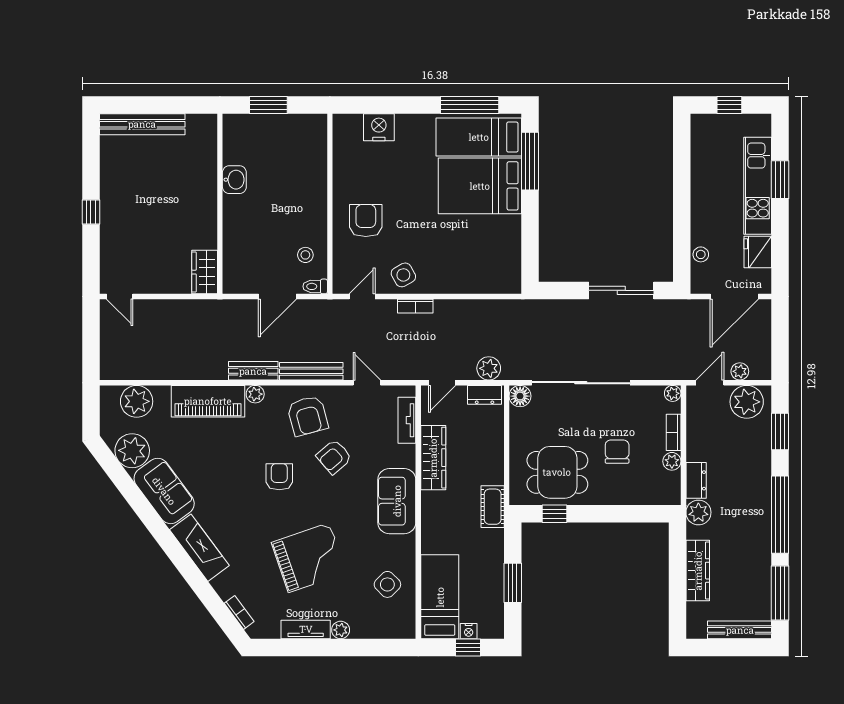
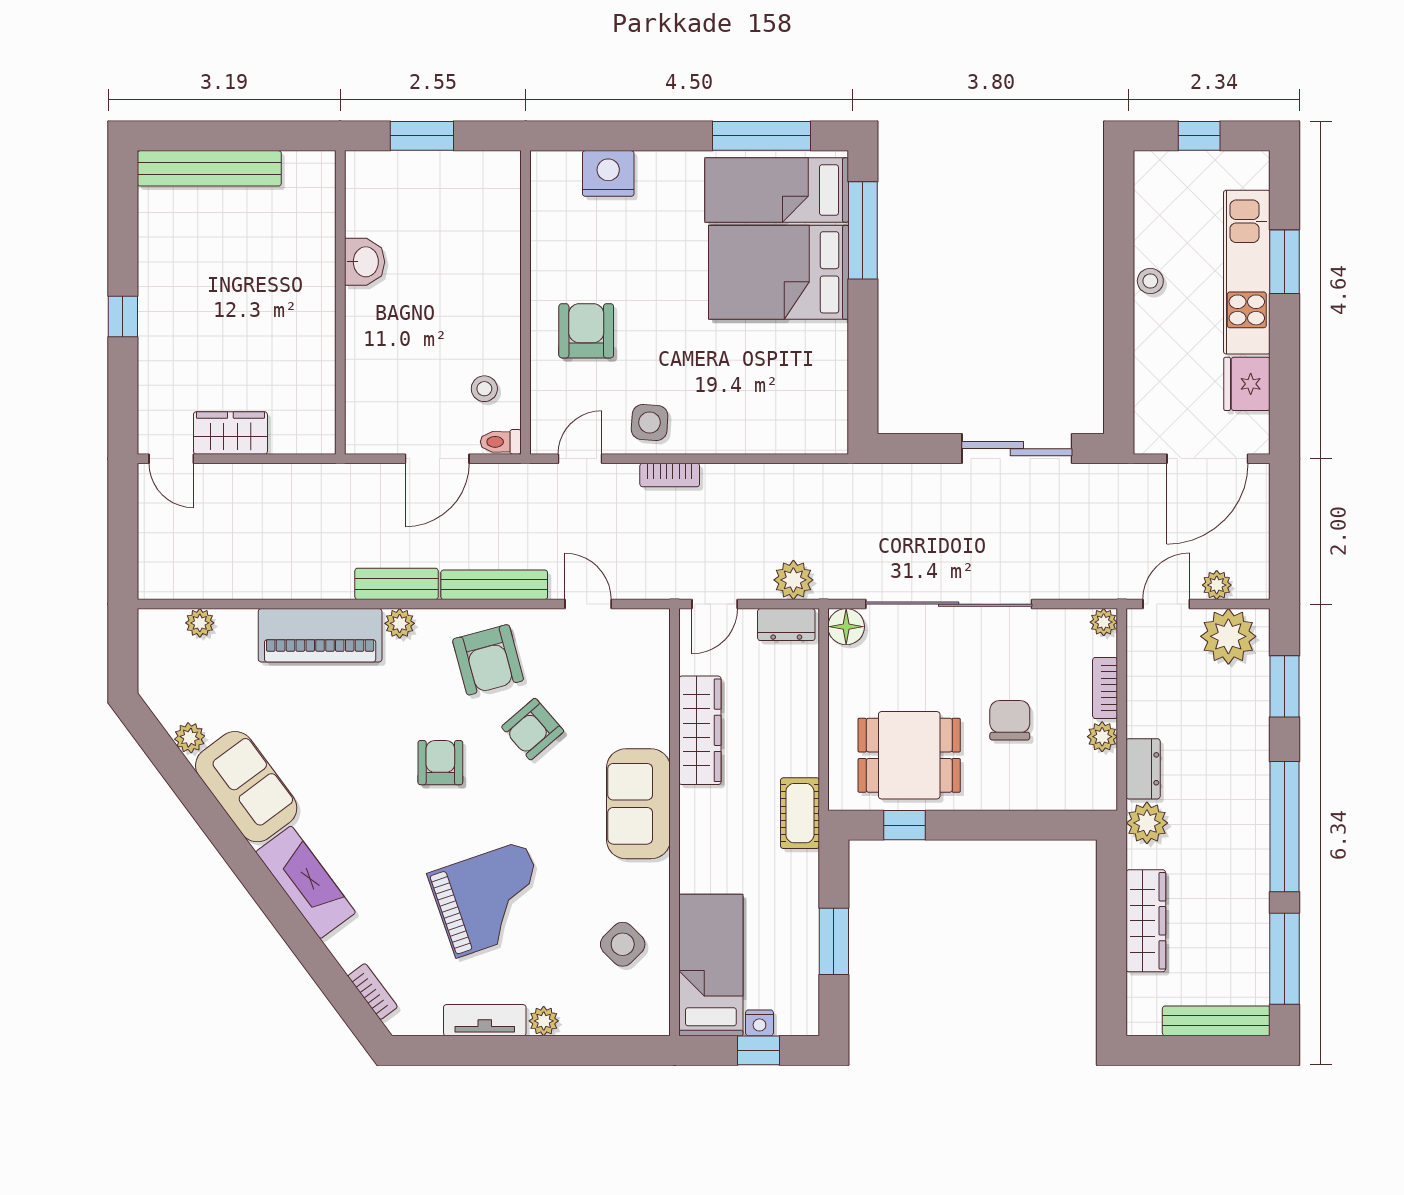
stool: (701, 254) -> (1150, 281), moved
wardrobe: (205, 272) -> (230, 433), moved, turned 90
side table: (403, 275) -> (650, 422), turned 33
plant: (137, 401) -> (200, 623), width x0.53, depth x0.53
tv unit: (407, 420) -> (655, 667), removed
plant: (132, 451) -> (190, 738), width x0.53, depth x0.53

